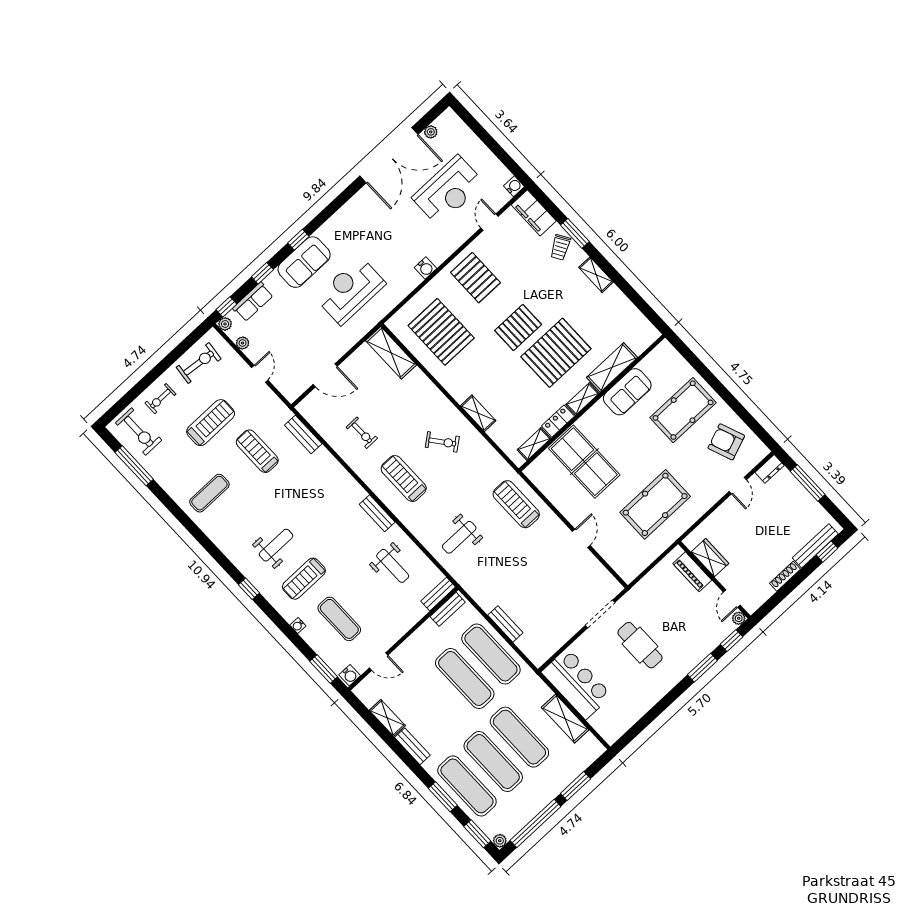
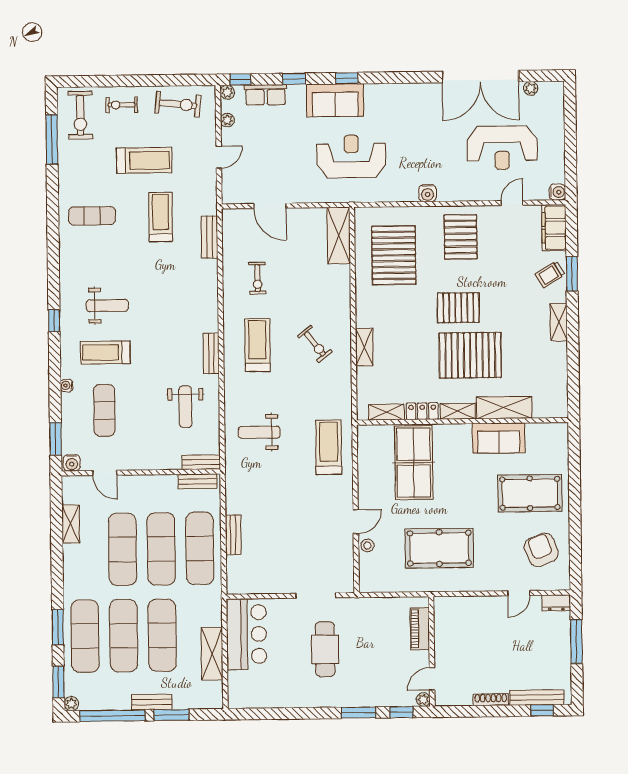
stool: (604, 547) -> (367, 546), added
wardrobe: (710, 558) -> (444, 630), removed
exercise mat: (439, 703) -> (123, 549), added
bench: (412, 746) -> (152, 702), moved, turned 90

